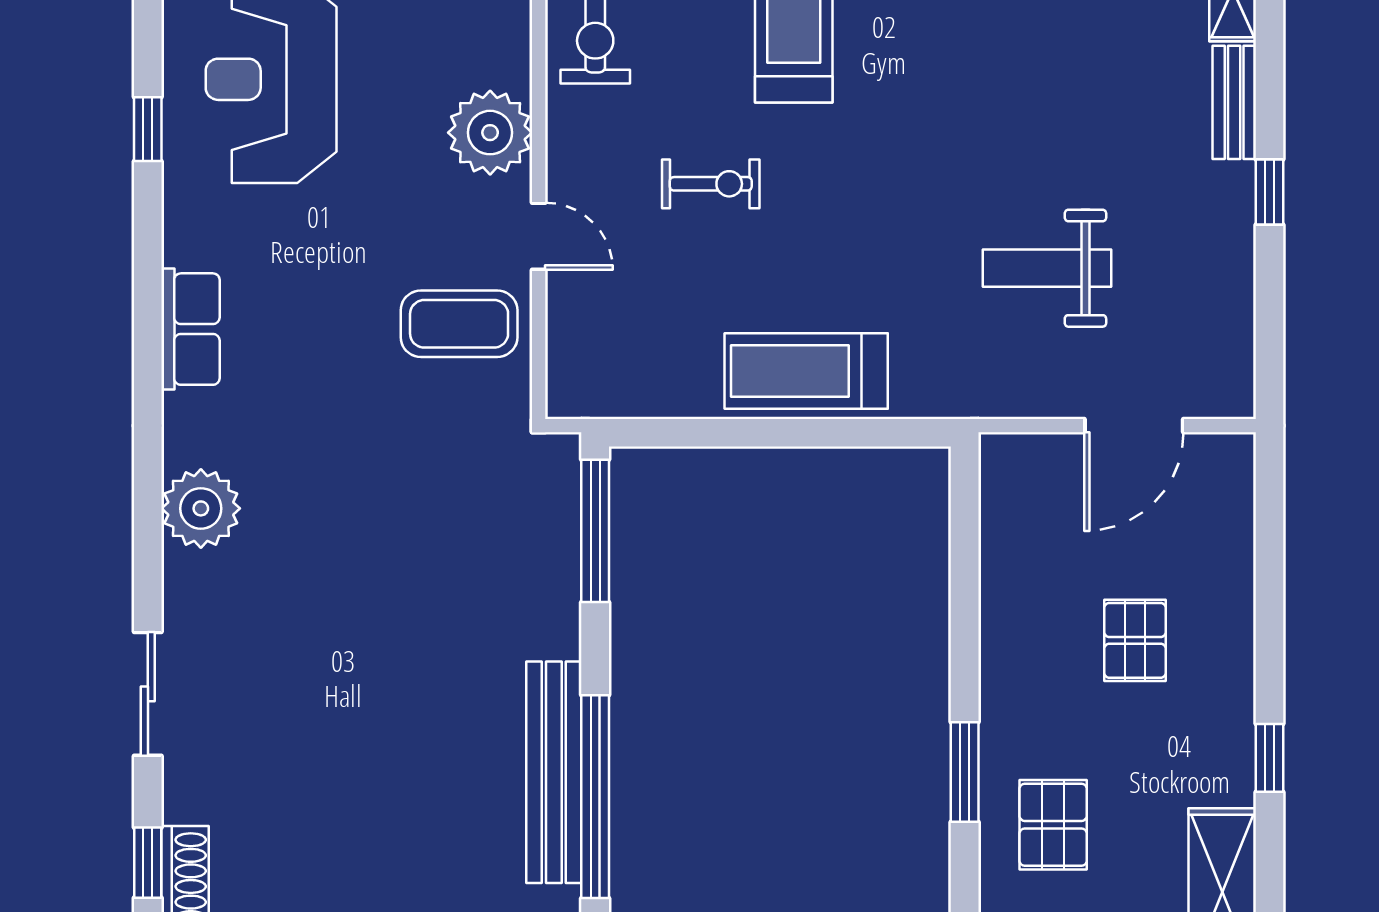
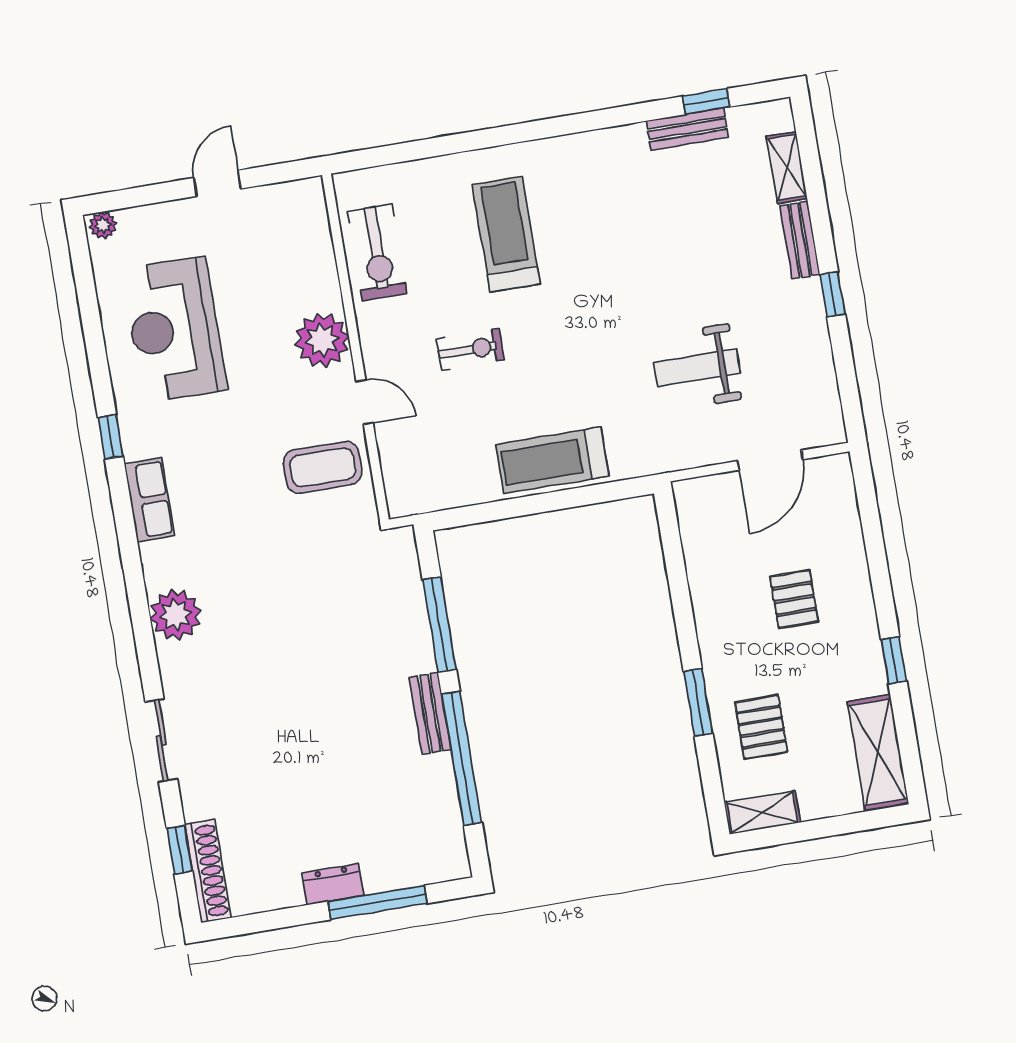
window: (148, 129) -> (110, 437), moved
window: (595, 531) -> (439, 625), moved
bench: (554, 772) -> (430, 713), width x0.54, depth x0.82

